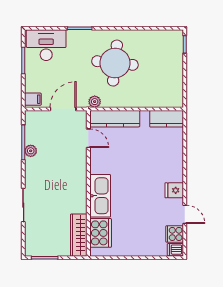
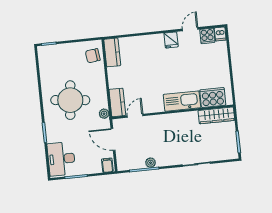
chair: (165, 95) -> (93, 56), added
kitchen counter: (115, 119) -> (117, 102), width x0.67

